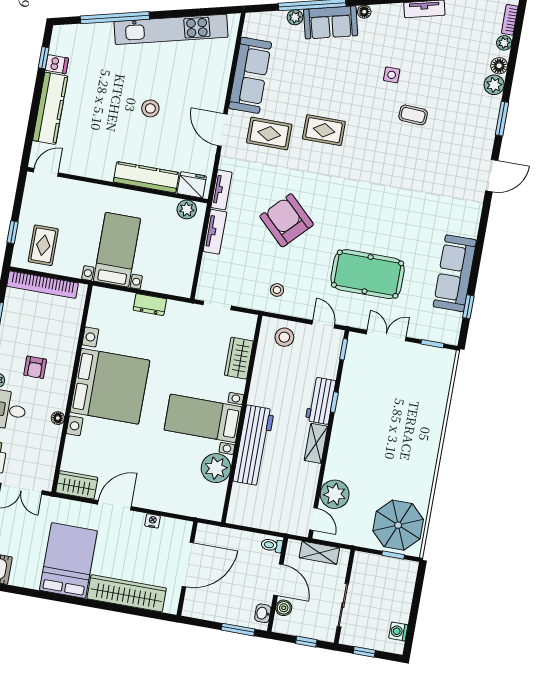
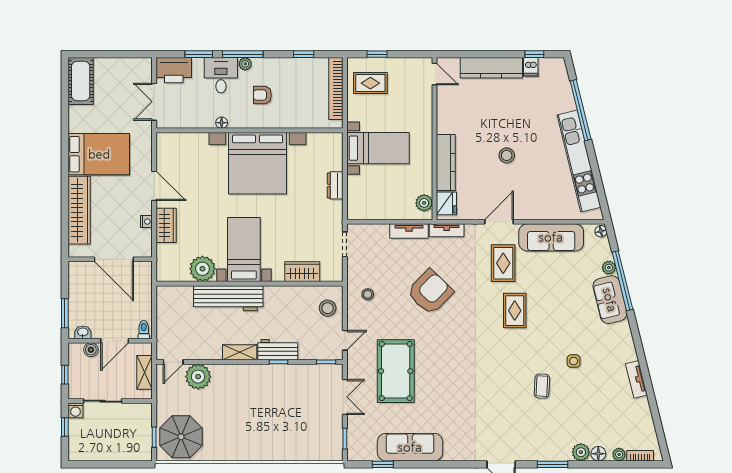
floor lamp: (364, 12) -> (601, 231), moved
wardrobe: (77, 485) -> (166, 225), moved
washing machine: (398, 632) -> (76, 410), moved, turned 180

